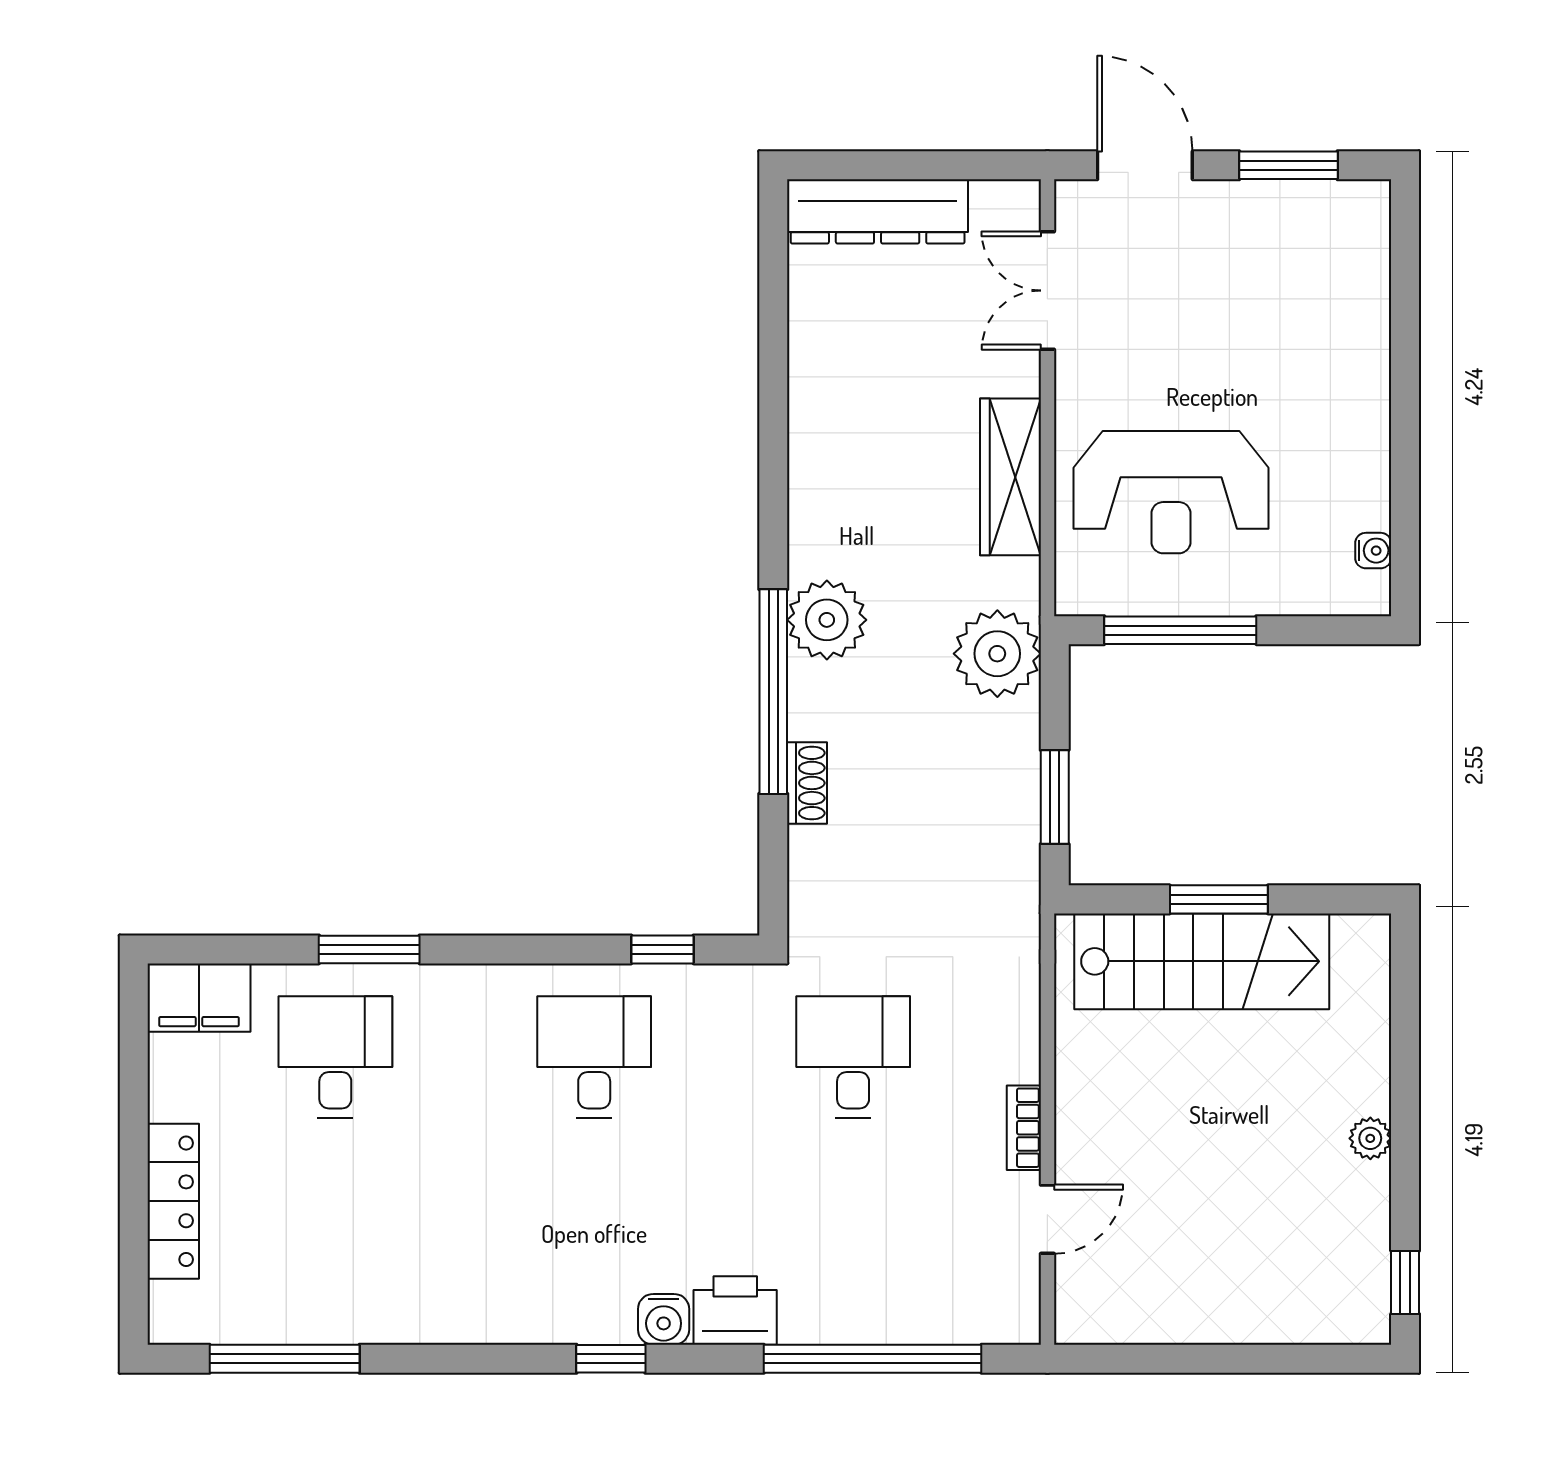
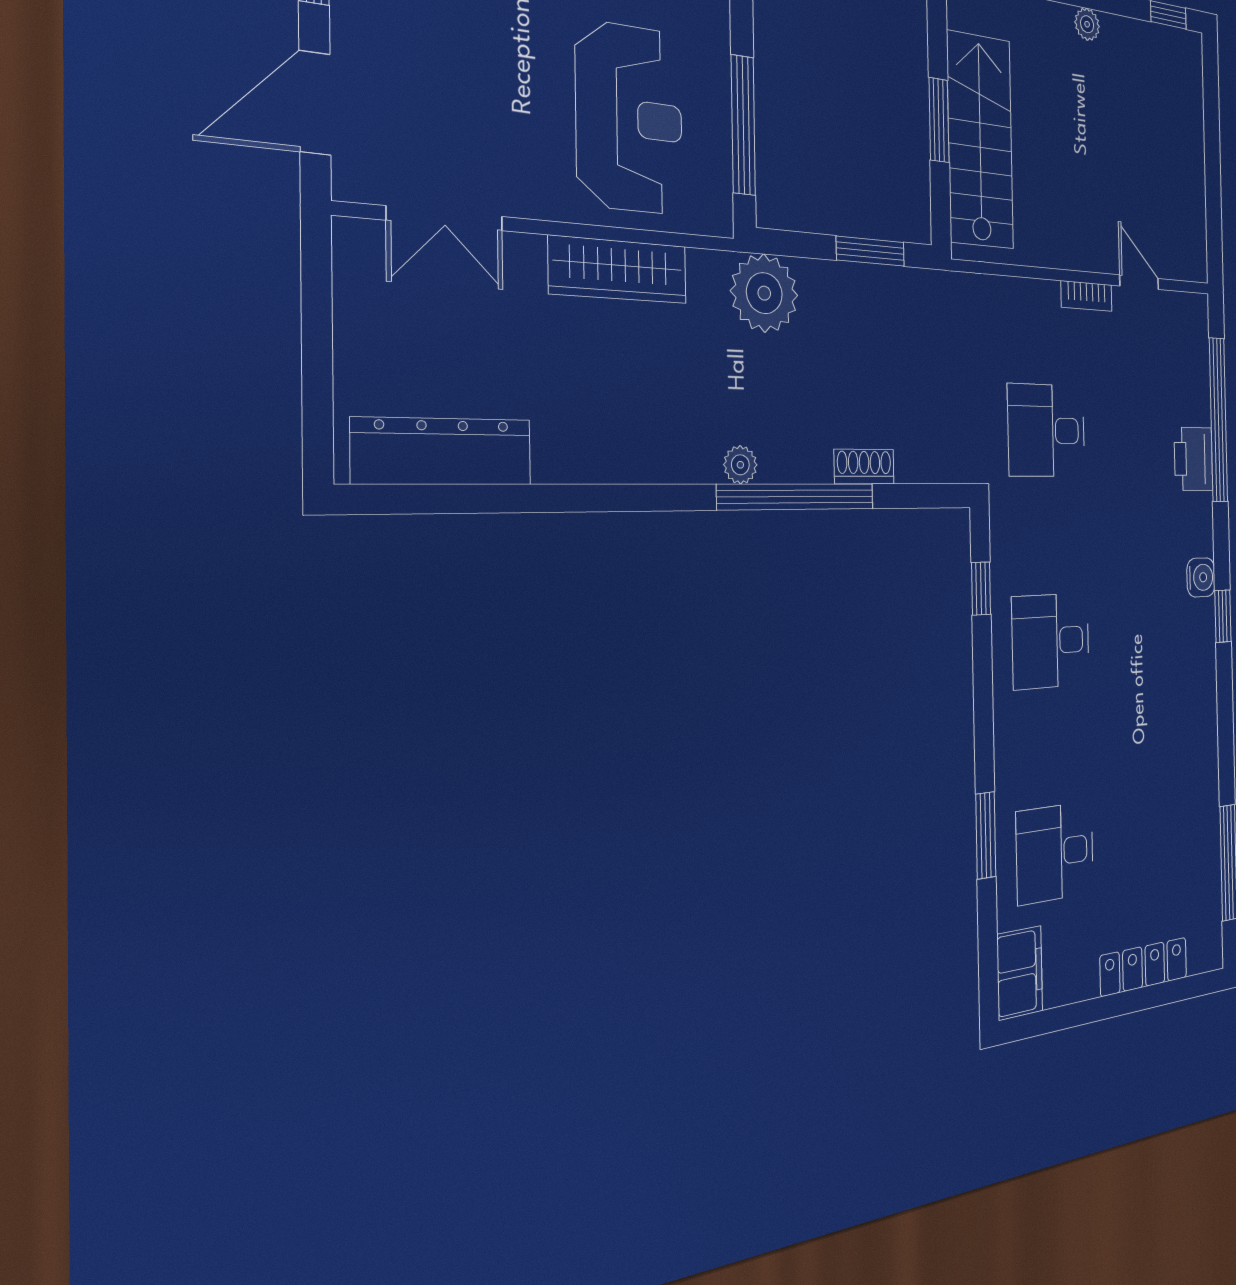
dresser: (878, 211) -> (443, 451), moved, turned -90
plant: (827, 620) -> (740, 465), width x0.53, depth x0.53
printer: (735, 1310) -> (1194, 459), moved

